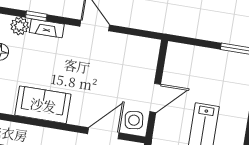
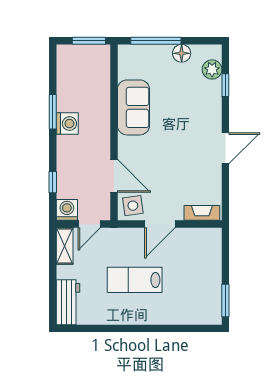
fireplace: (47, 28) -> (202, 213), moved, turned 90
door: (155, 98) -> (160, 224), hinge flipped

